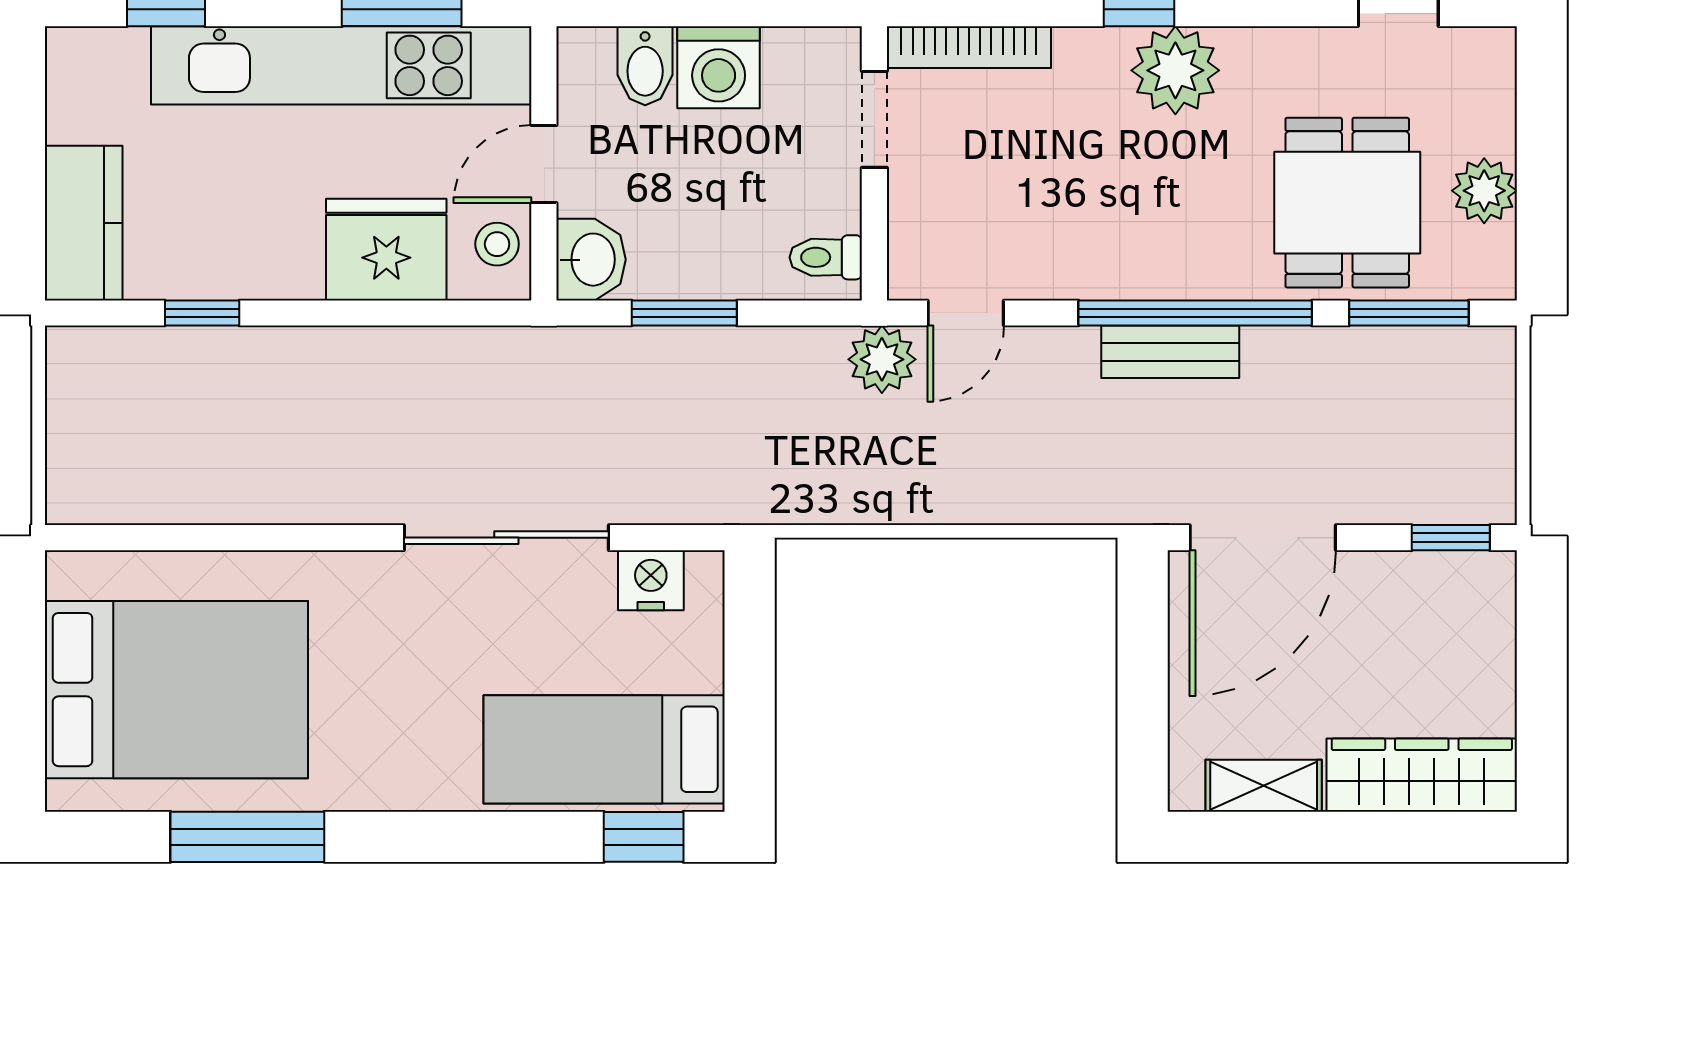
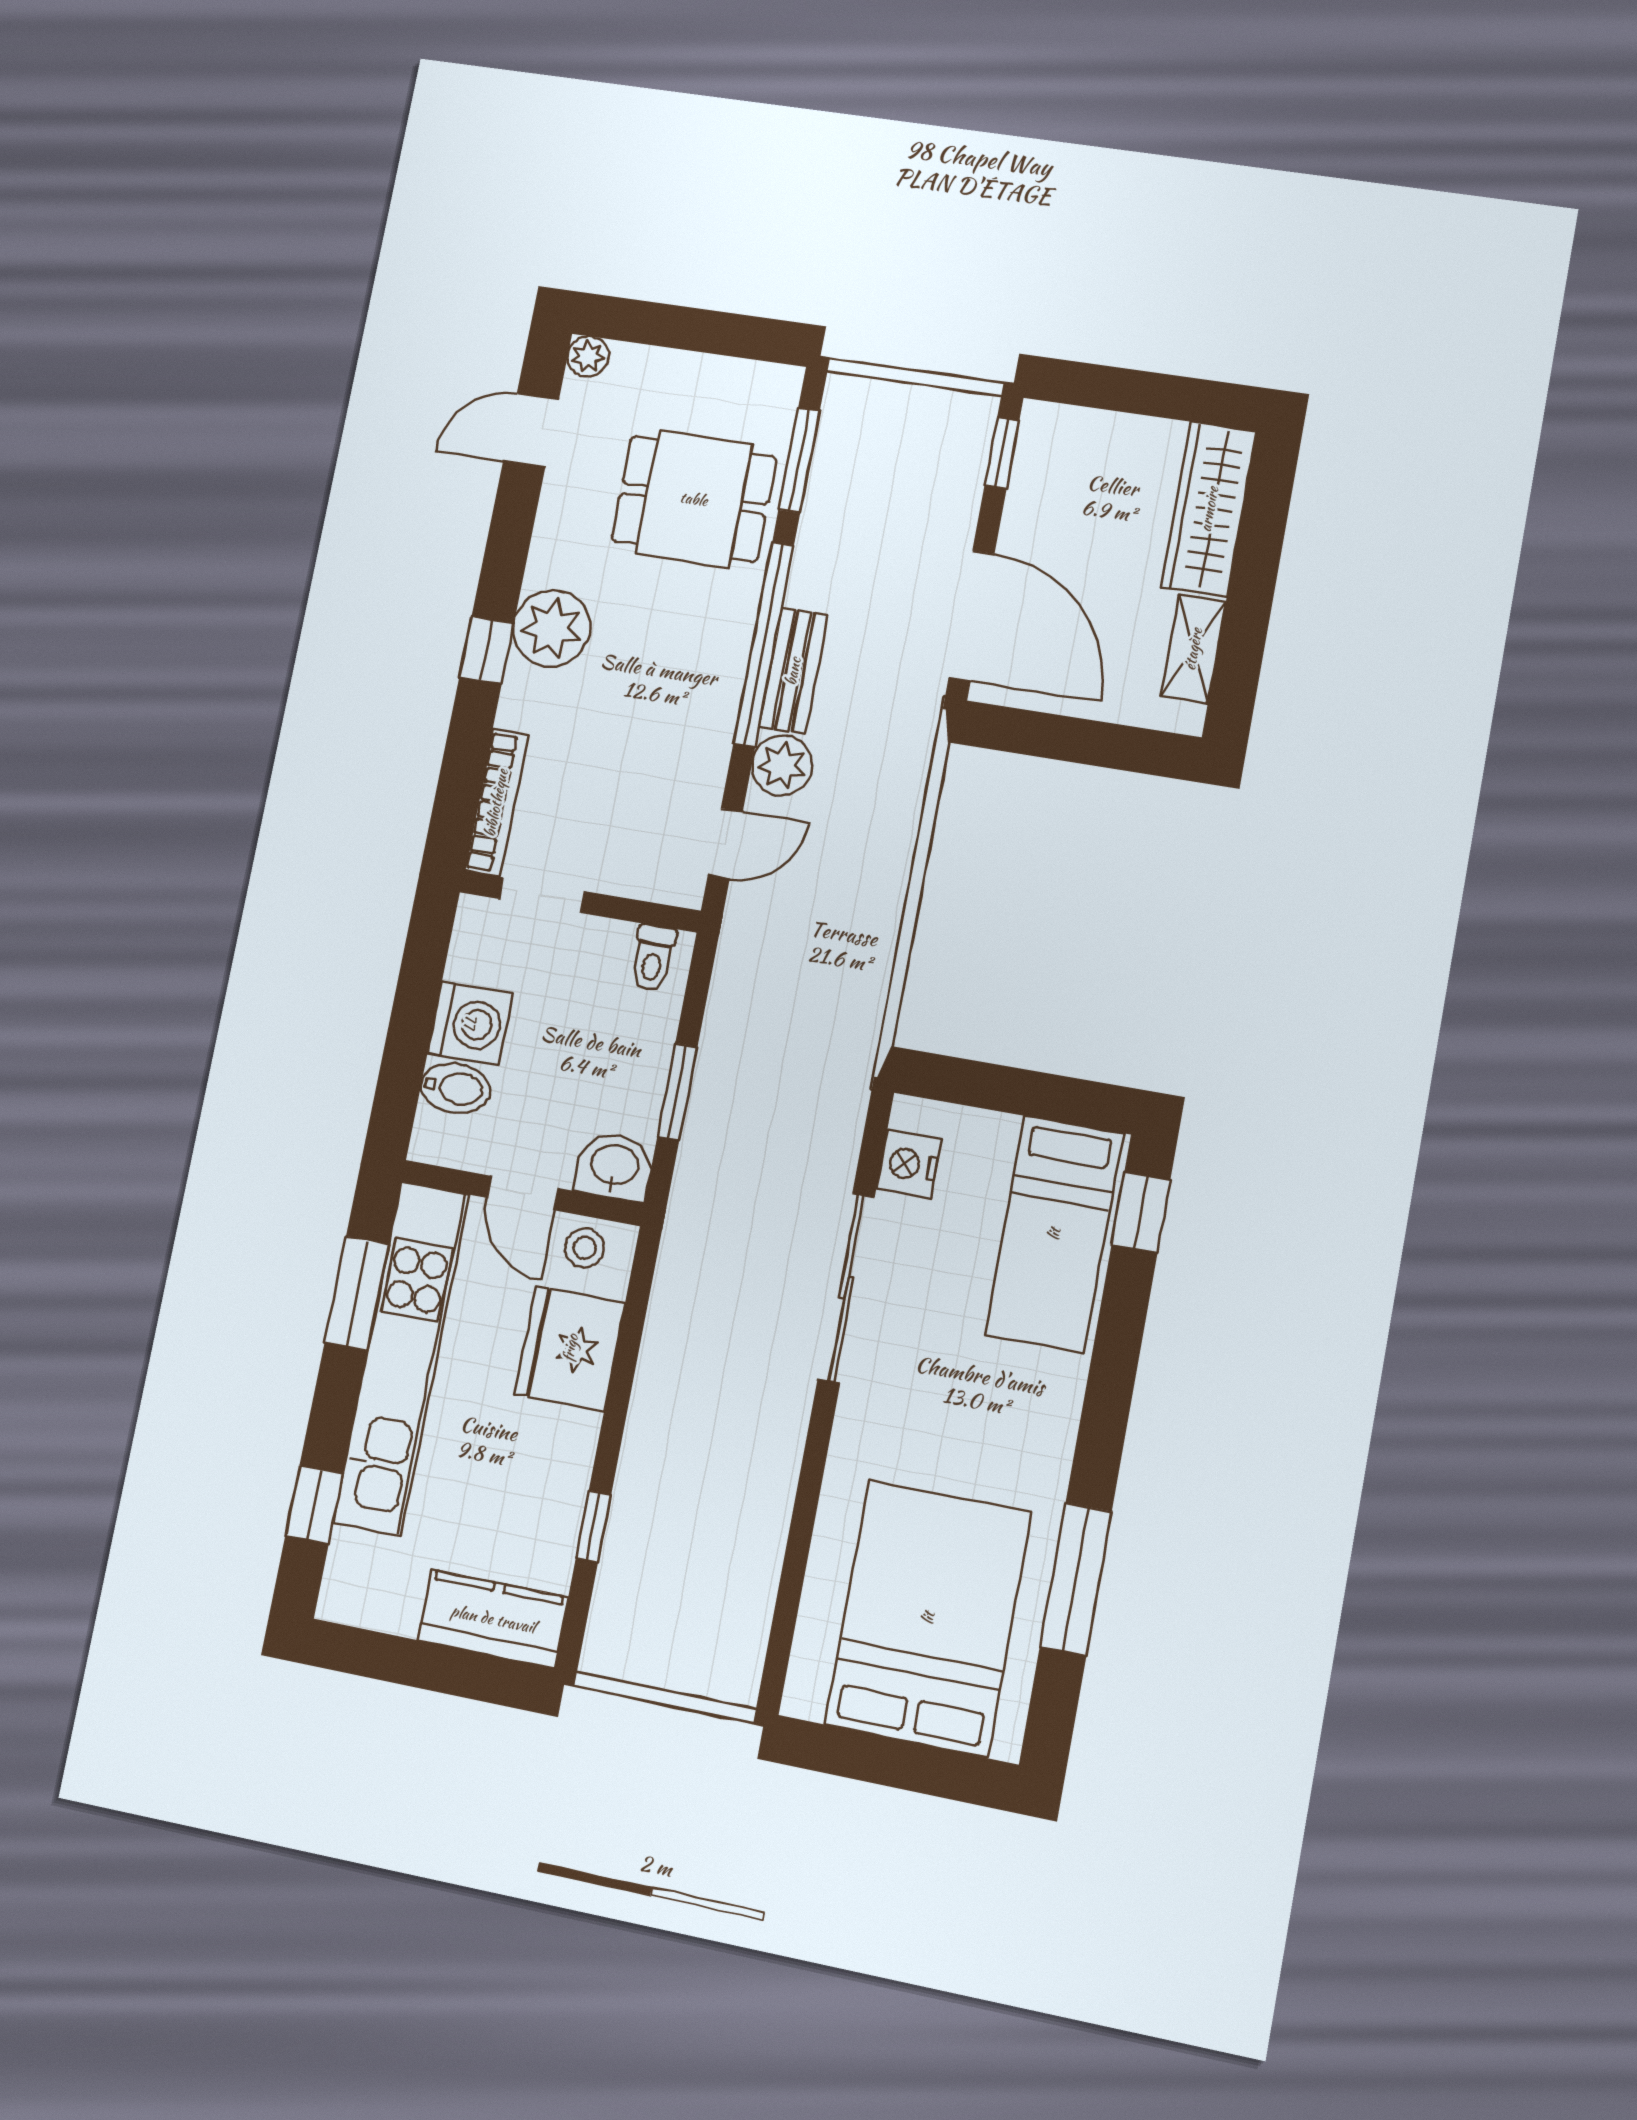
plant: (1484, 191) -> (588, 357), moved, width x0.73, depth x0.73
door: (966, 313) -> (725, 843), hinge flipped
plant: (882, 359) -> (782, 766), moved

